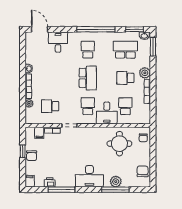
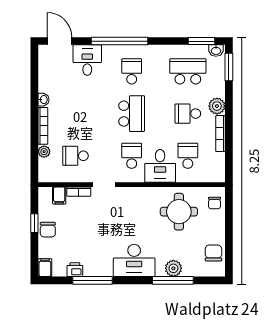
window: (96, 29) -> (119, 41), moved

